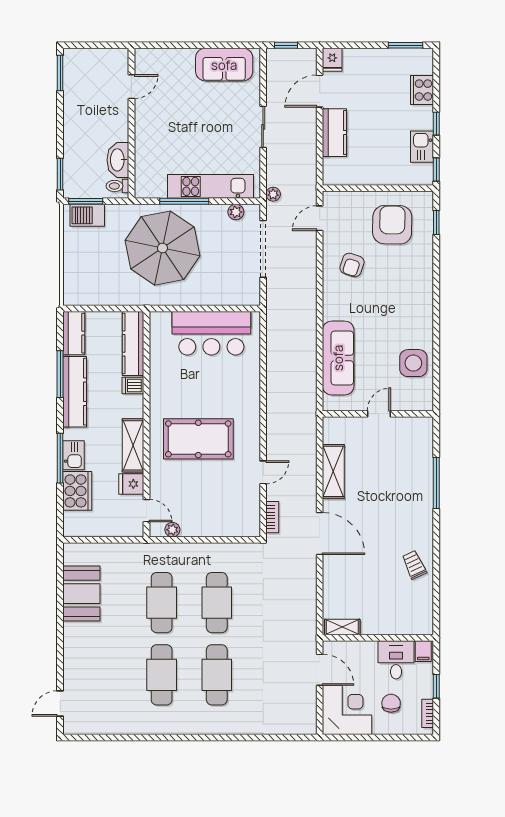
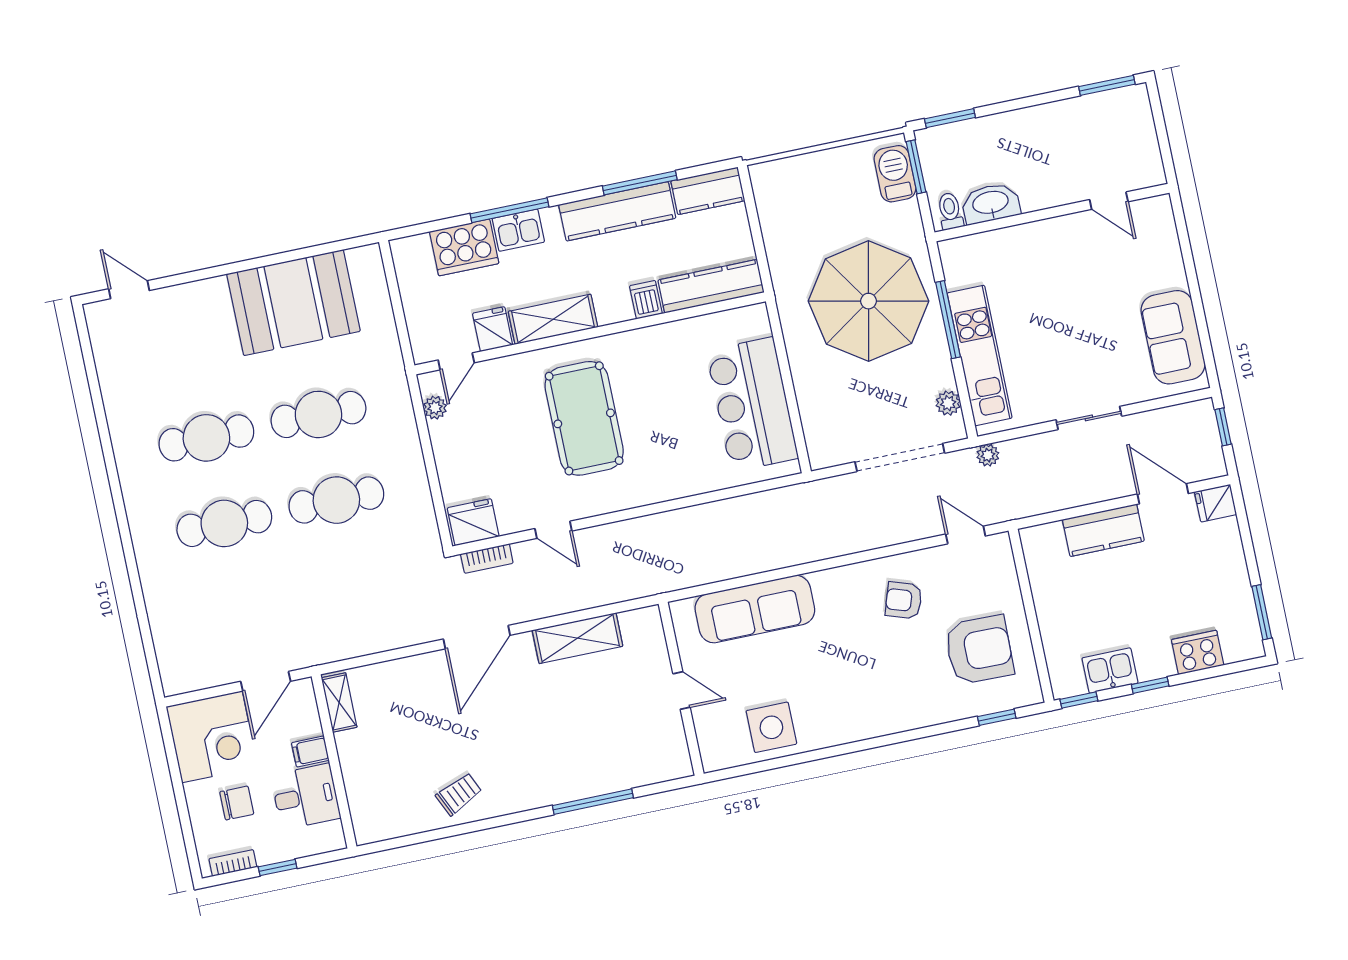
fridge: (248, 521) -> (473, 522), added
booth: (81, 594) -> (293, 303), width x1.36, depth x1.42
filing cabinet: (423, 651) -> (310, 751), moved

